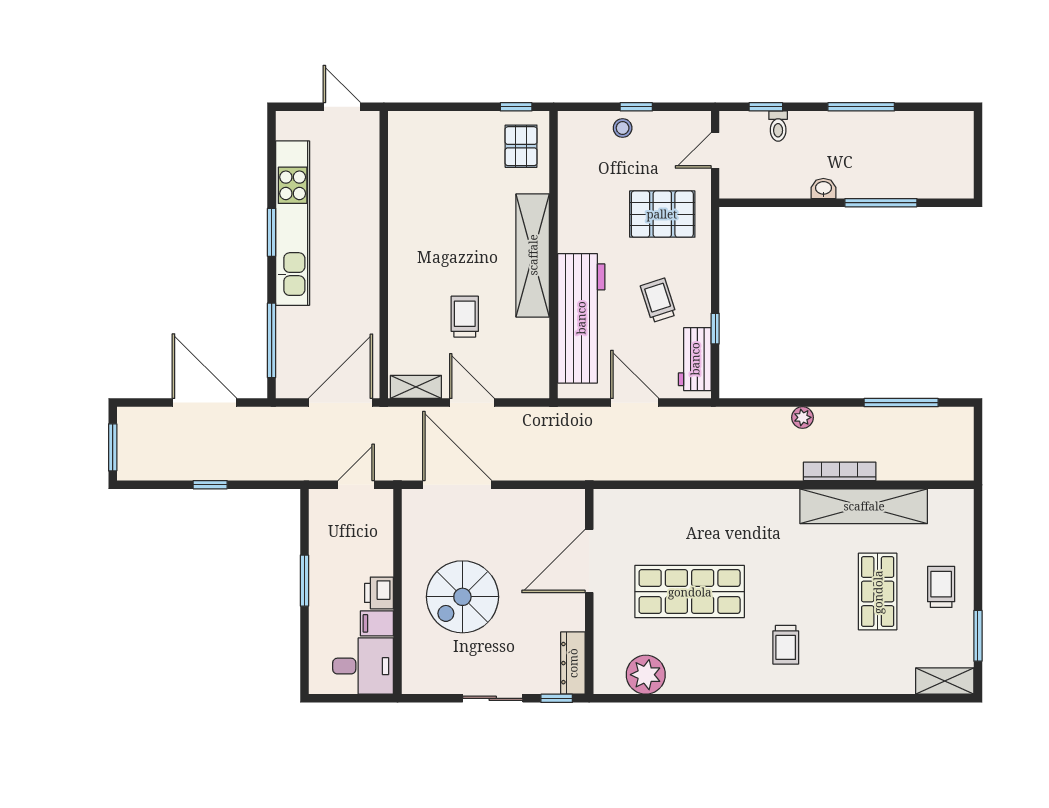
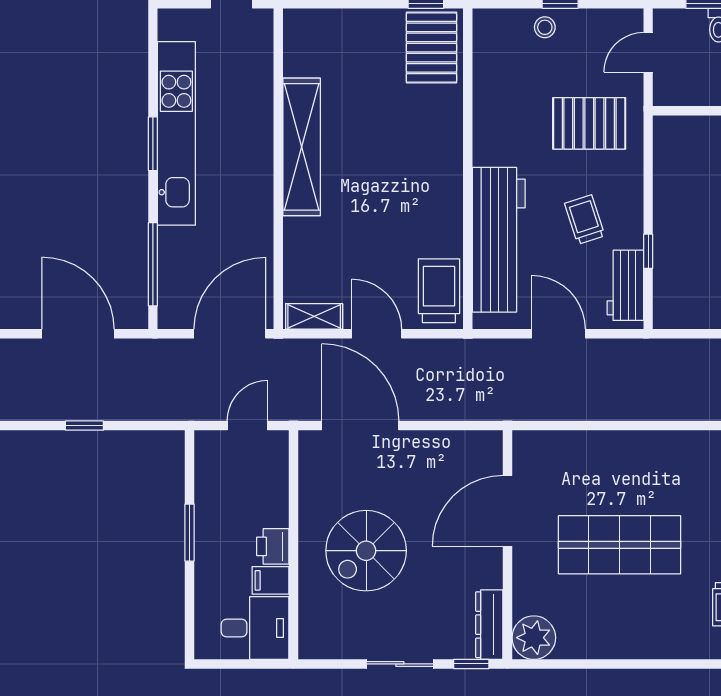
pallet: (521, 146) -> (431, 48), width x1.50, depth x1.42
shelving: (533, 255) -> (302, 147), moved
trolley: (465, 317) -> (439, 291), moved, width x1.36, depth x1.39
plant: (646, 675) -> (534, 638), moved

